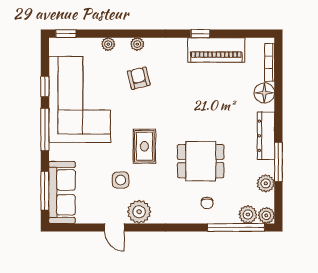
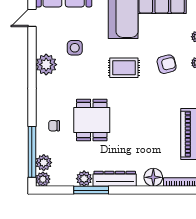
rug: (144, 146) -> (124, 68), moved
plant: (266, 183) -> (84, 179), moved
door: (114, 227) -> (32, 18), moved

